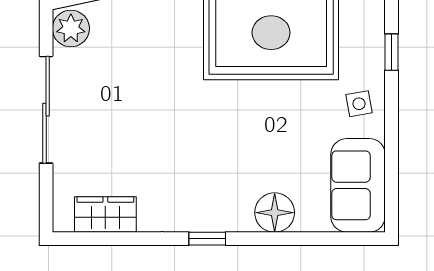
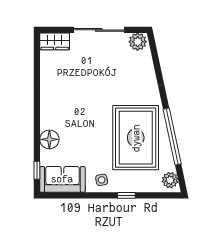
wardrobe: (105, 215) -> (55, 41), moved, turned 90
window: (207, 239) -> (37, 170), moved

